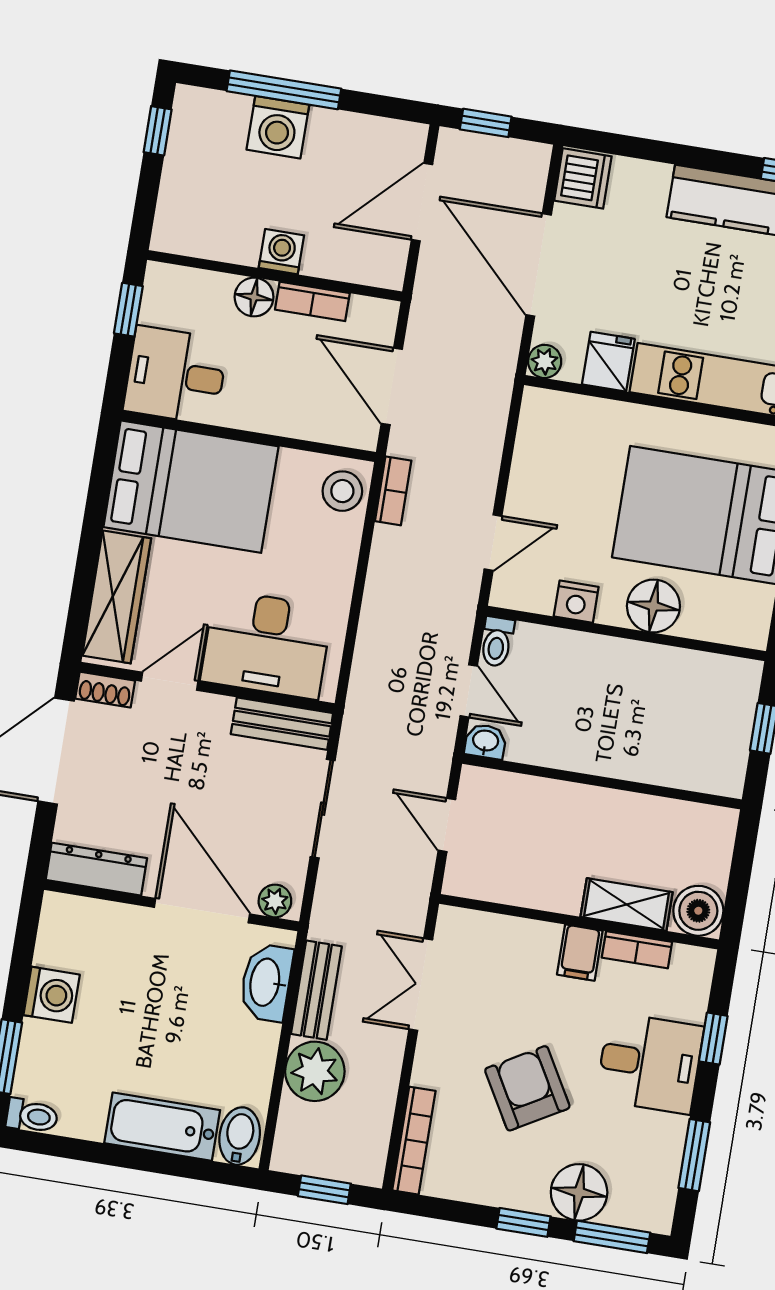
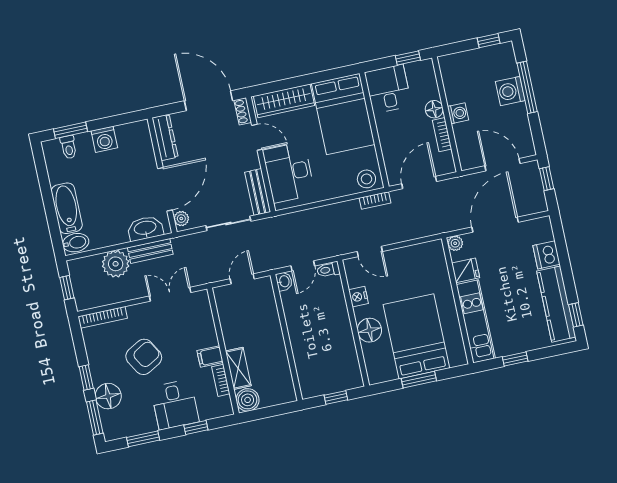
dishwasher: (583, 178) -> (547, 255), moved, turned 90
toilet: (32, 1116) -> (69, 147), moved

